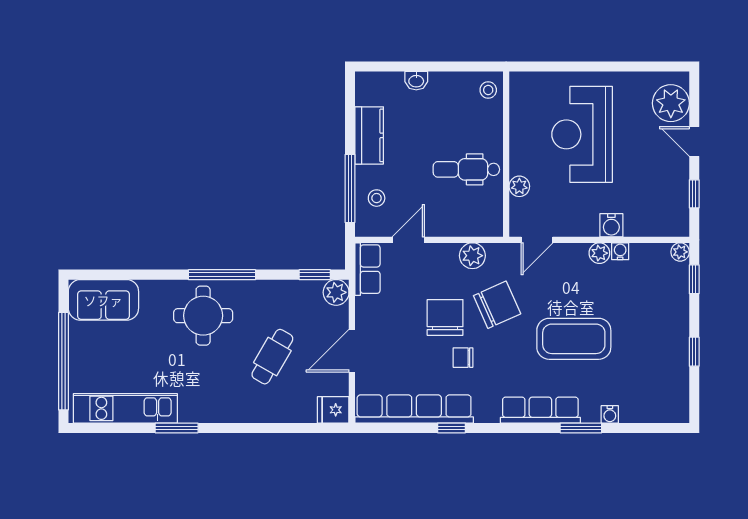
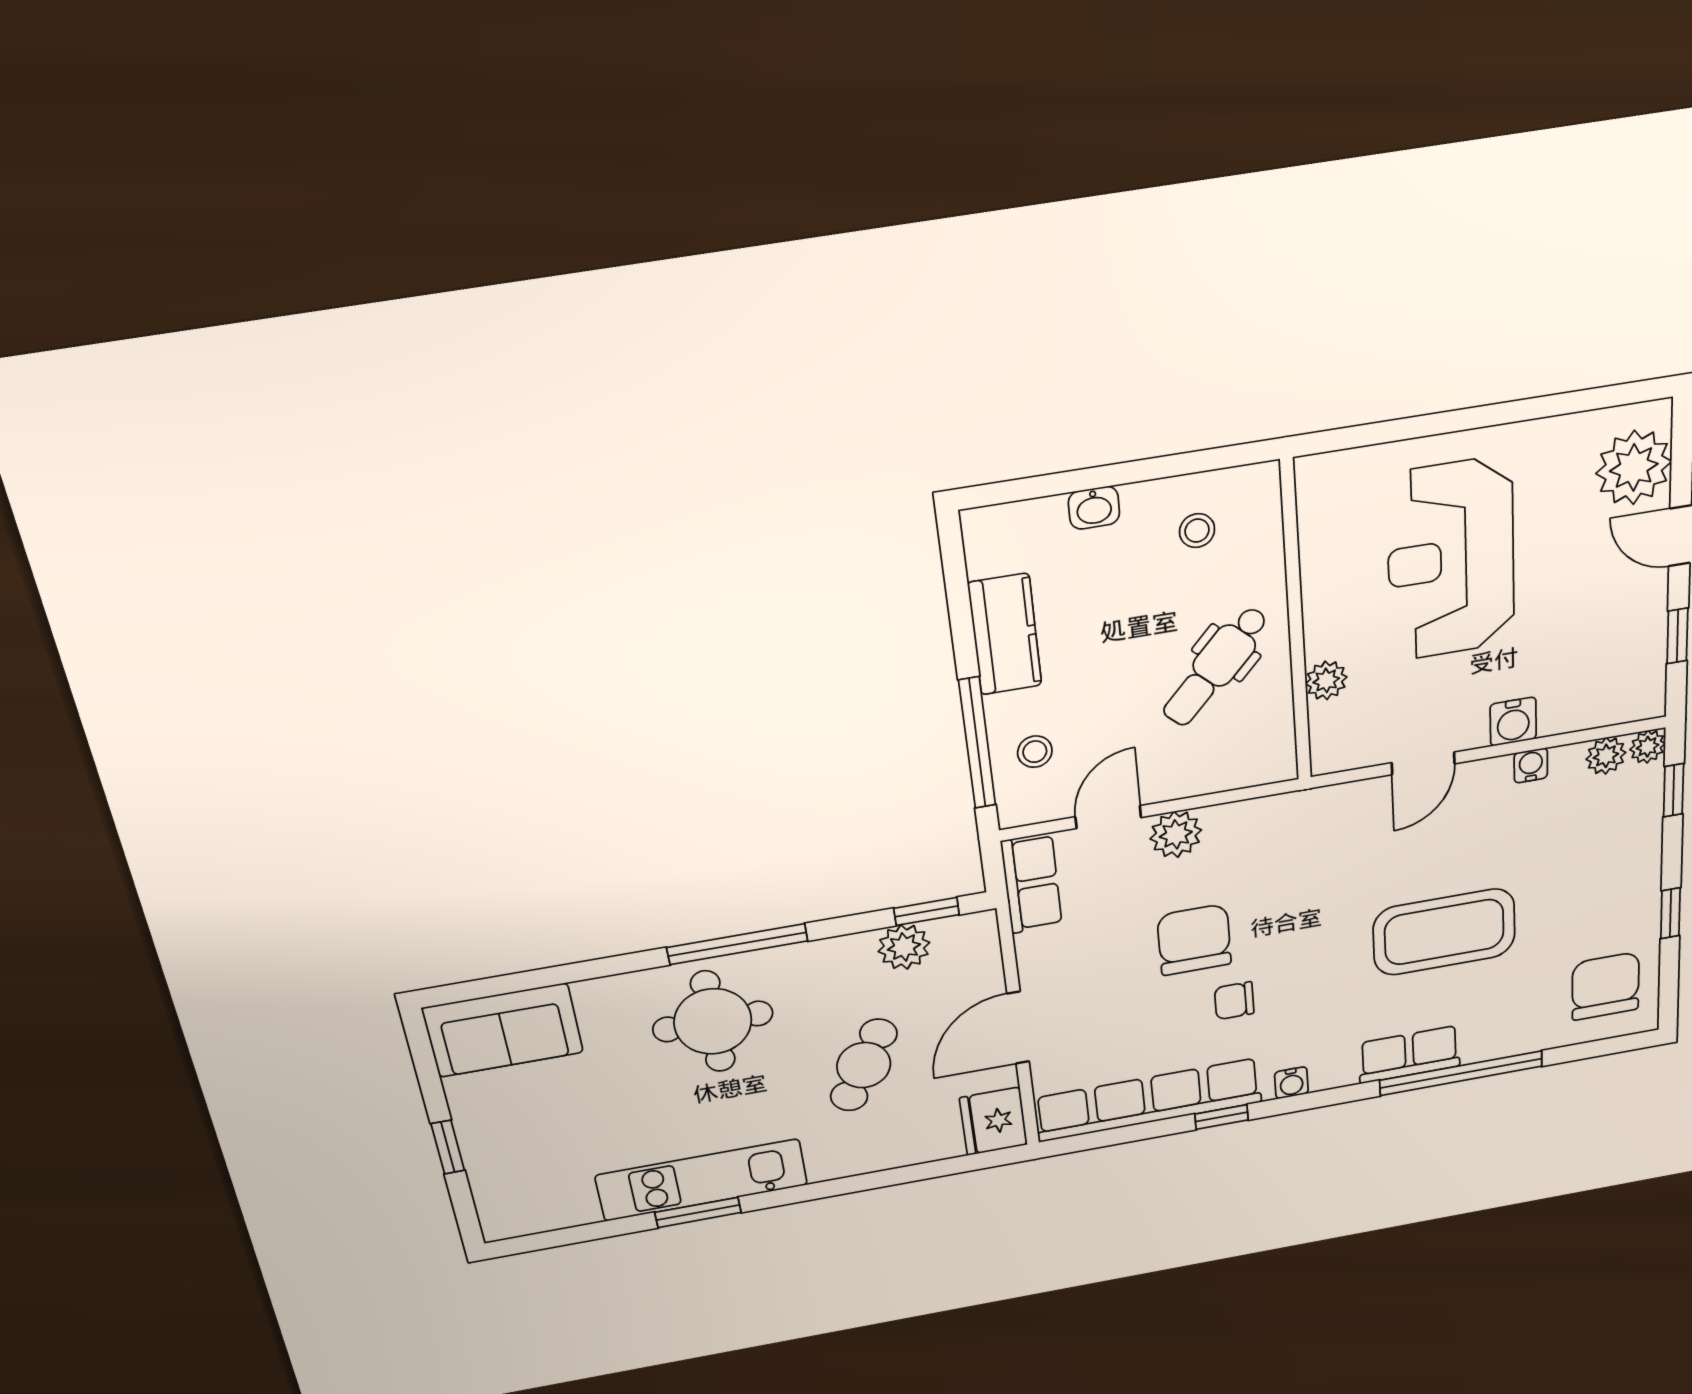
stool: (488, 90) -> (1197, 531), moved
dental chair: (466, 169) -> (1216, 666), turned -47
door: (537, 240) -> (1423, 763), moved
plant: (599, 253) -> (1606, 756), moved
plant: (472, 256) -> (1176, 834), moved
plant: (336, 292) -> (904, 947), moved
chair: (497, 305) -> (1606, 986), moved, turned -66
window: (63, 361) -> (448, 1147), width x0.32
kitchen unit: (125, 408) -> (702, 1180), moved
fridge: (333, 410) -> (994, 1121), width x1.38
row of seats: (540, 410) -> (1409, 1055), width x0.68
water cooler: (610, 414) -> (1291, 1083), moved
window: (581, 428) -> (1461, 1073), width x2.11

